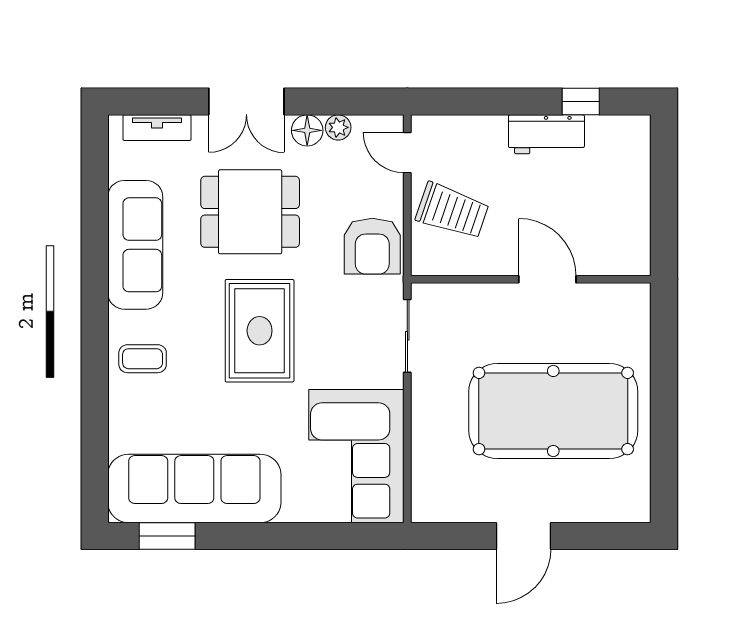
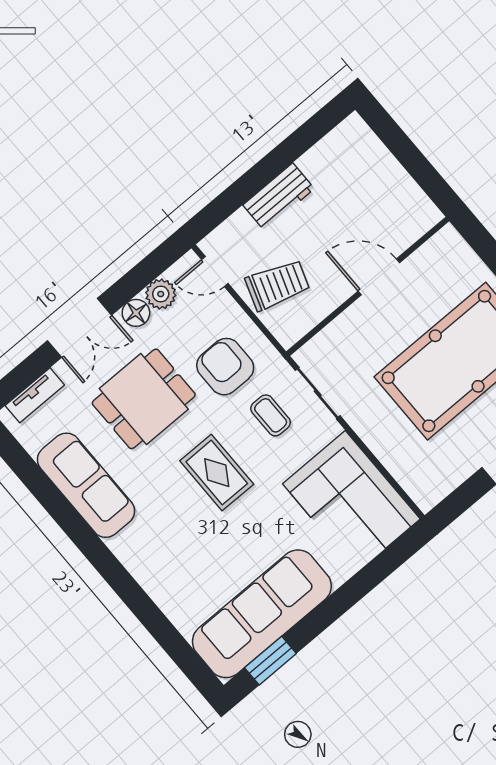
window: (581, 102) -> (301, 140), removed
plant: (338, 127) -> (161, 294), width x1.38, depth x1.38
workbench: (546, 134) -> (279, 197), moved
armchair: (372, 246) -> (225, 367), moved, turned 180
rug: (260, 331) -> (217, 473), width x0.73, depth x0.70
coffee table: (143, 359) -> (271, 415), moved, turned 90

